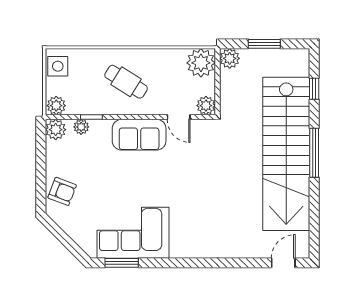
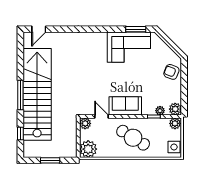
plant: (230, 58) -> (71, 152), removed
cafe table: (126, 82) -> (133, 138), width x1.37, depth x1.35

